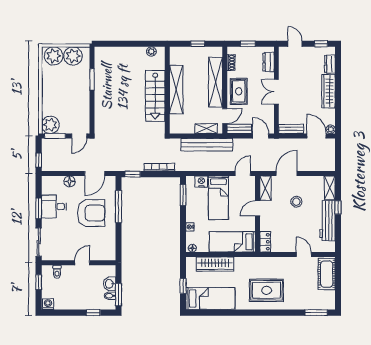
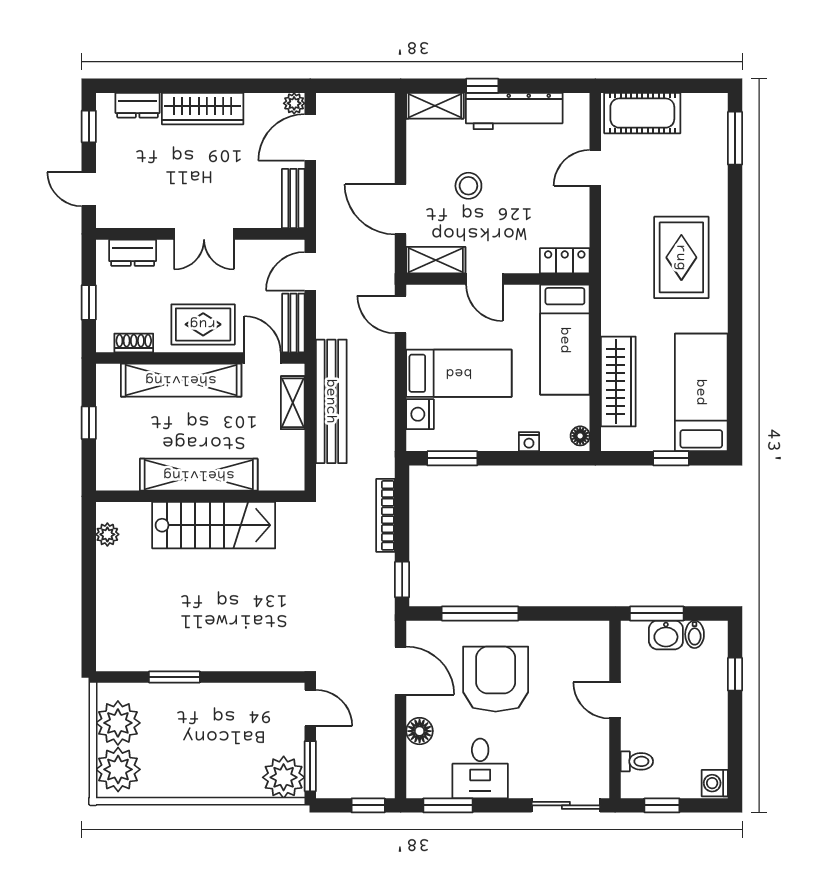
door: (295, 44) -> (89, 189), hinge flipped
window: (39, 208) -> (448, 805), moved
window: (118, 295) -> (657, 613), moved

